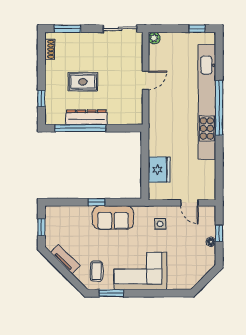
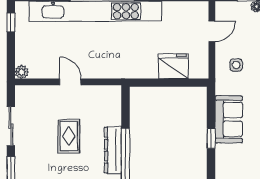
sliding door: (120, 29) -> (11, 126), moved
rug: (83, 82) -> (69, 136), moved

